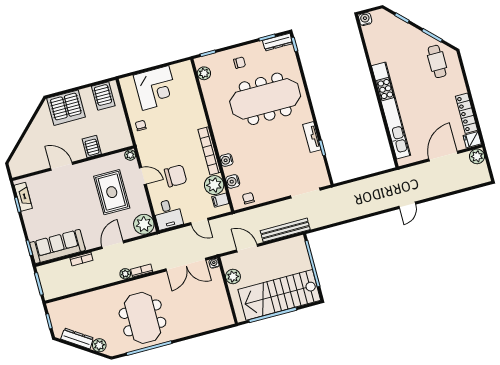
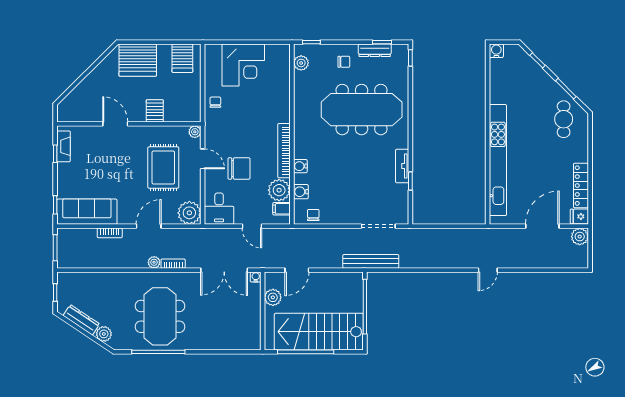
dresser: (278, 42) -> (375, 50), moved
bench: (285, 230) -> (371, 261), moved
door: (247, 248) -> (297, 270), swing flipped

